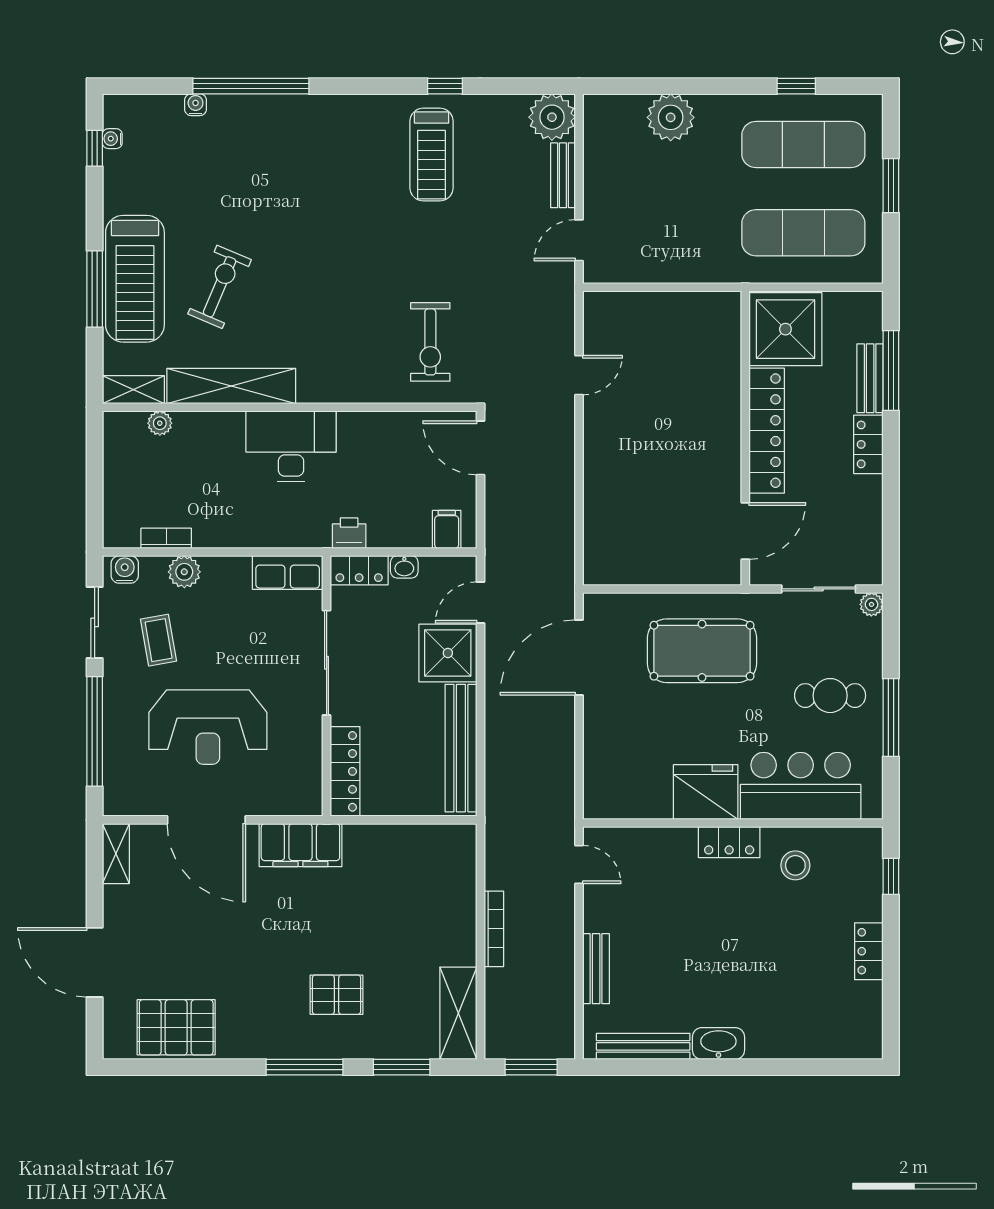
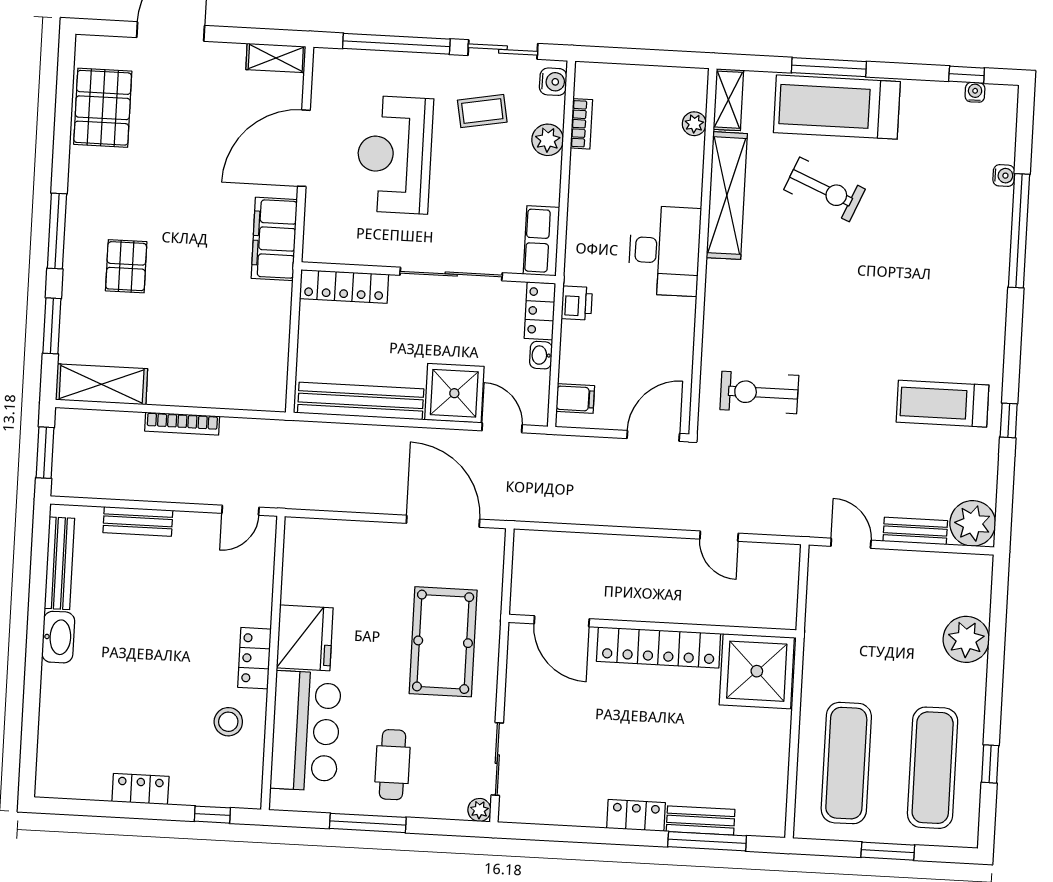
shower: (785, 329) -> (757, 671), moved
locker: (767, 431) -> (659, 647), moved
wall: (745, 438) -> (652, 626), moved
door: (745, 531) -> (562, 621), moved

